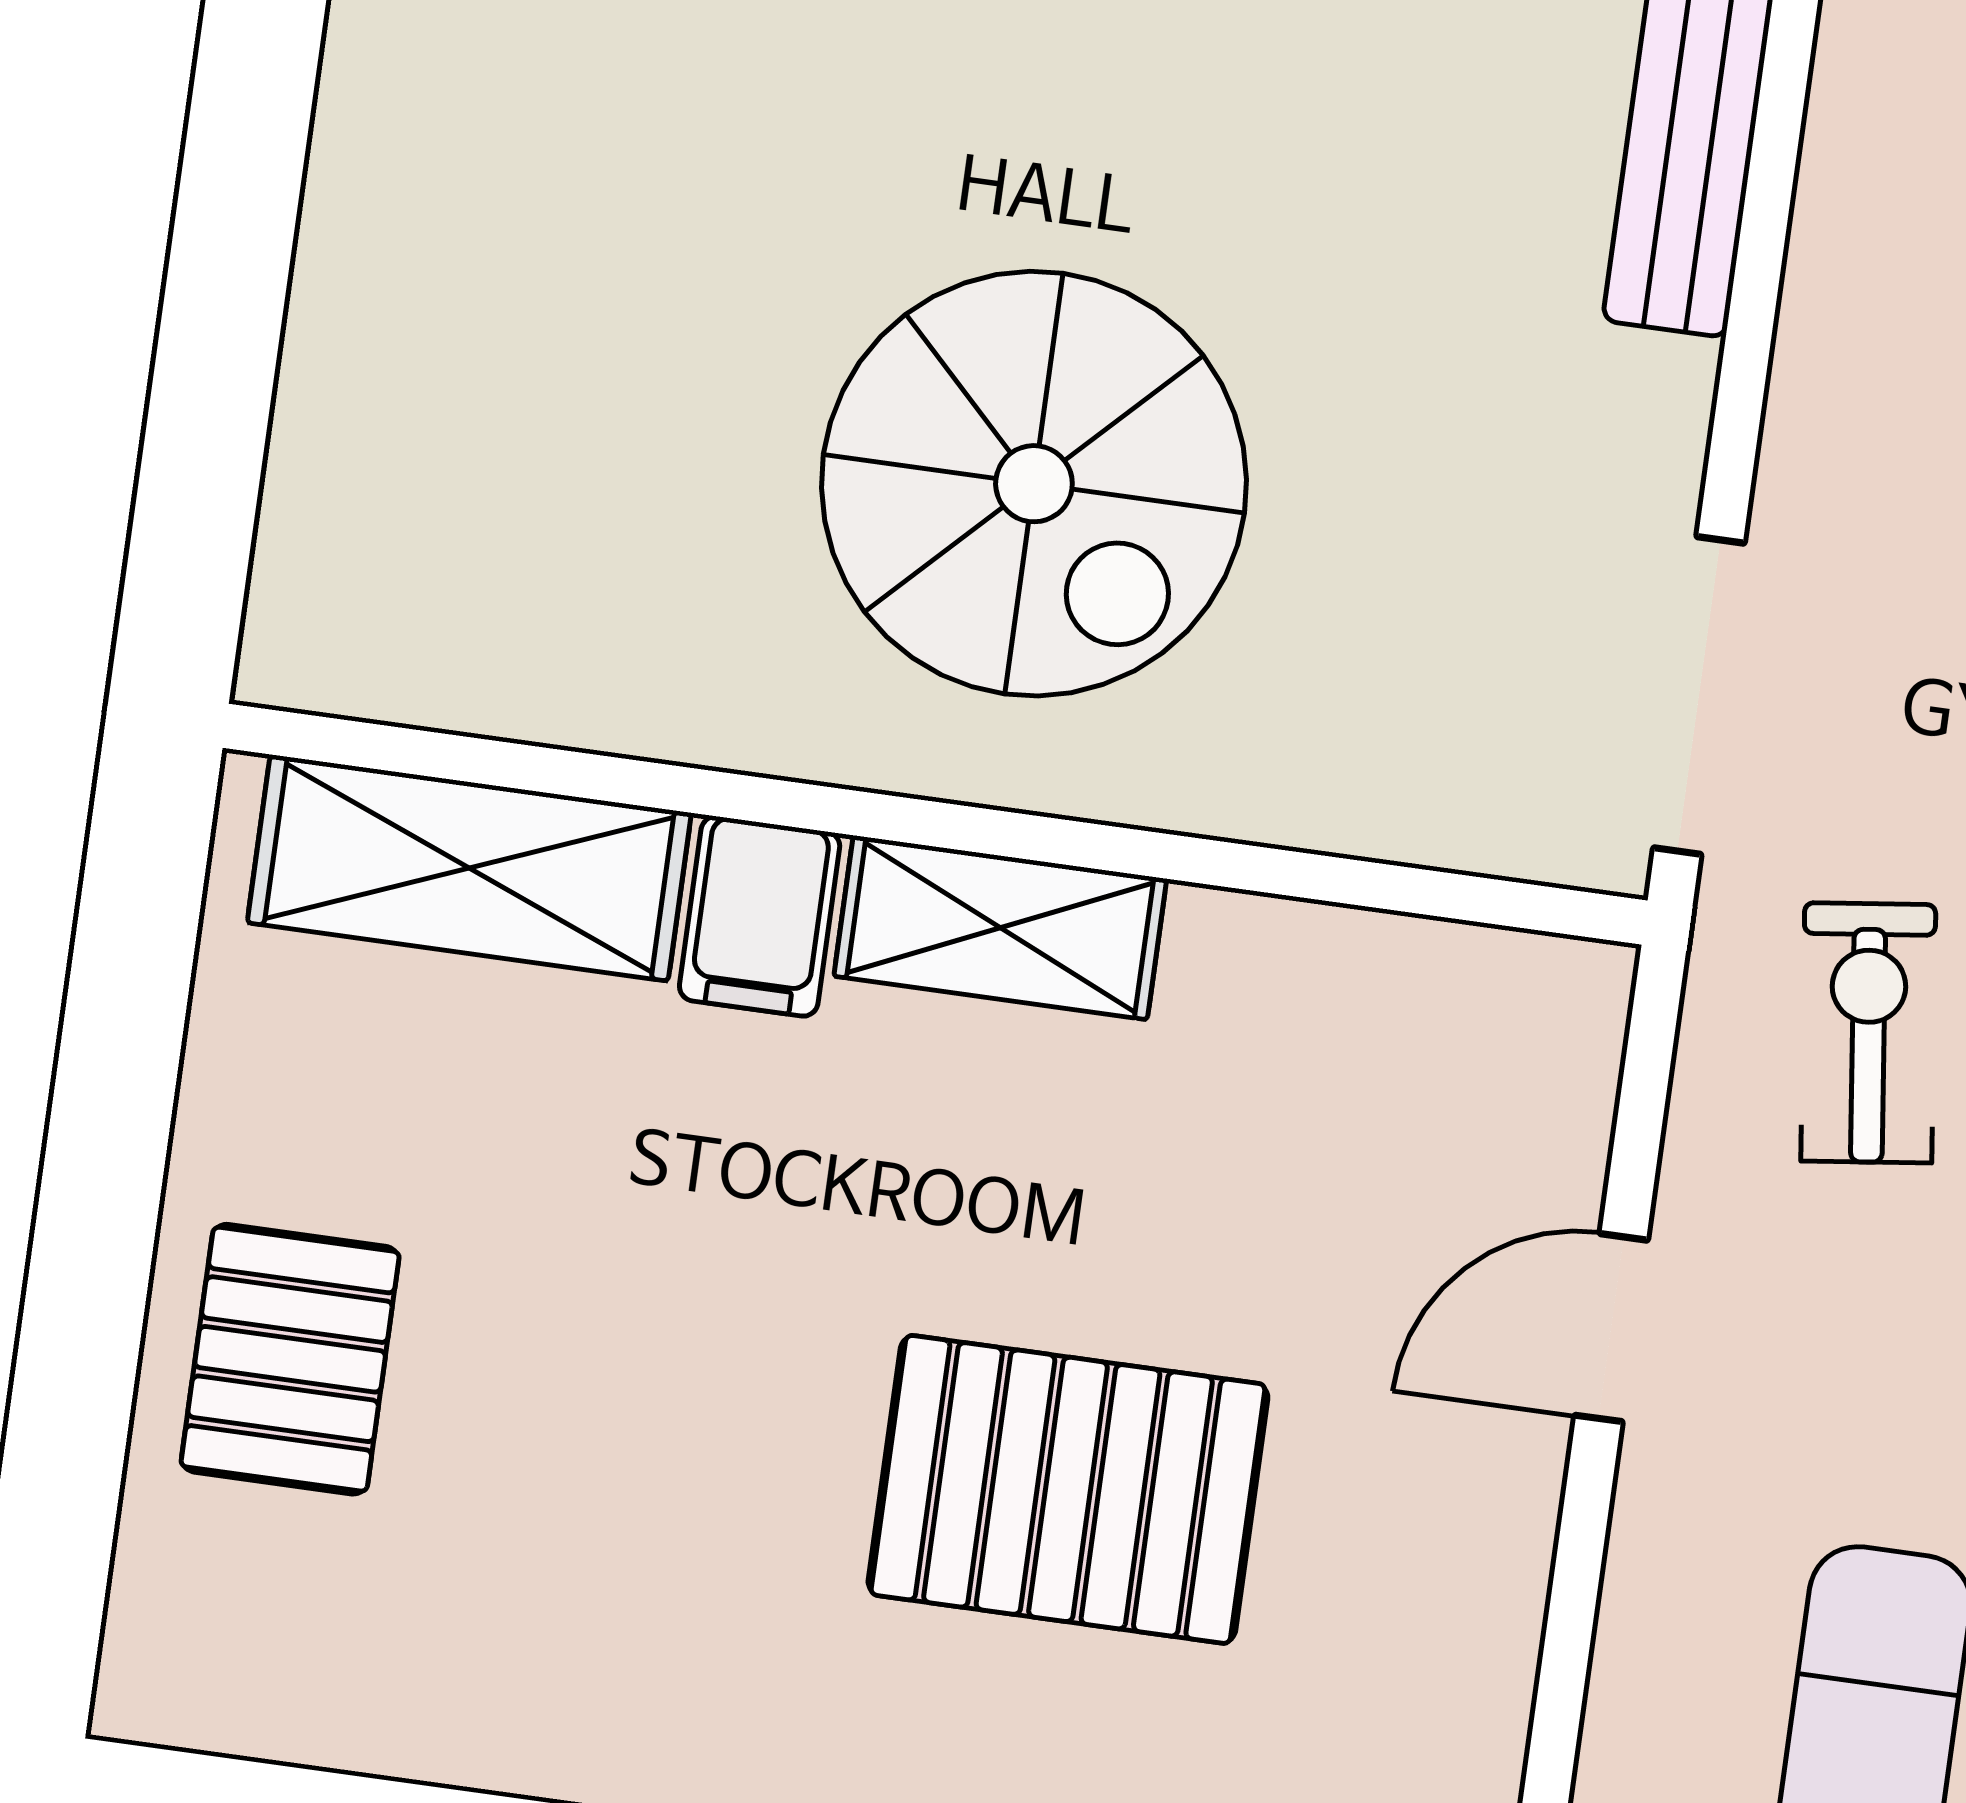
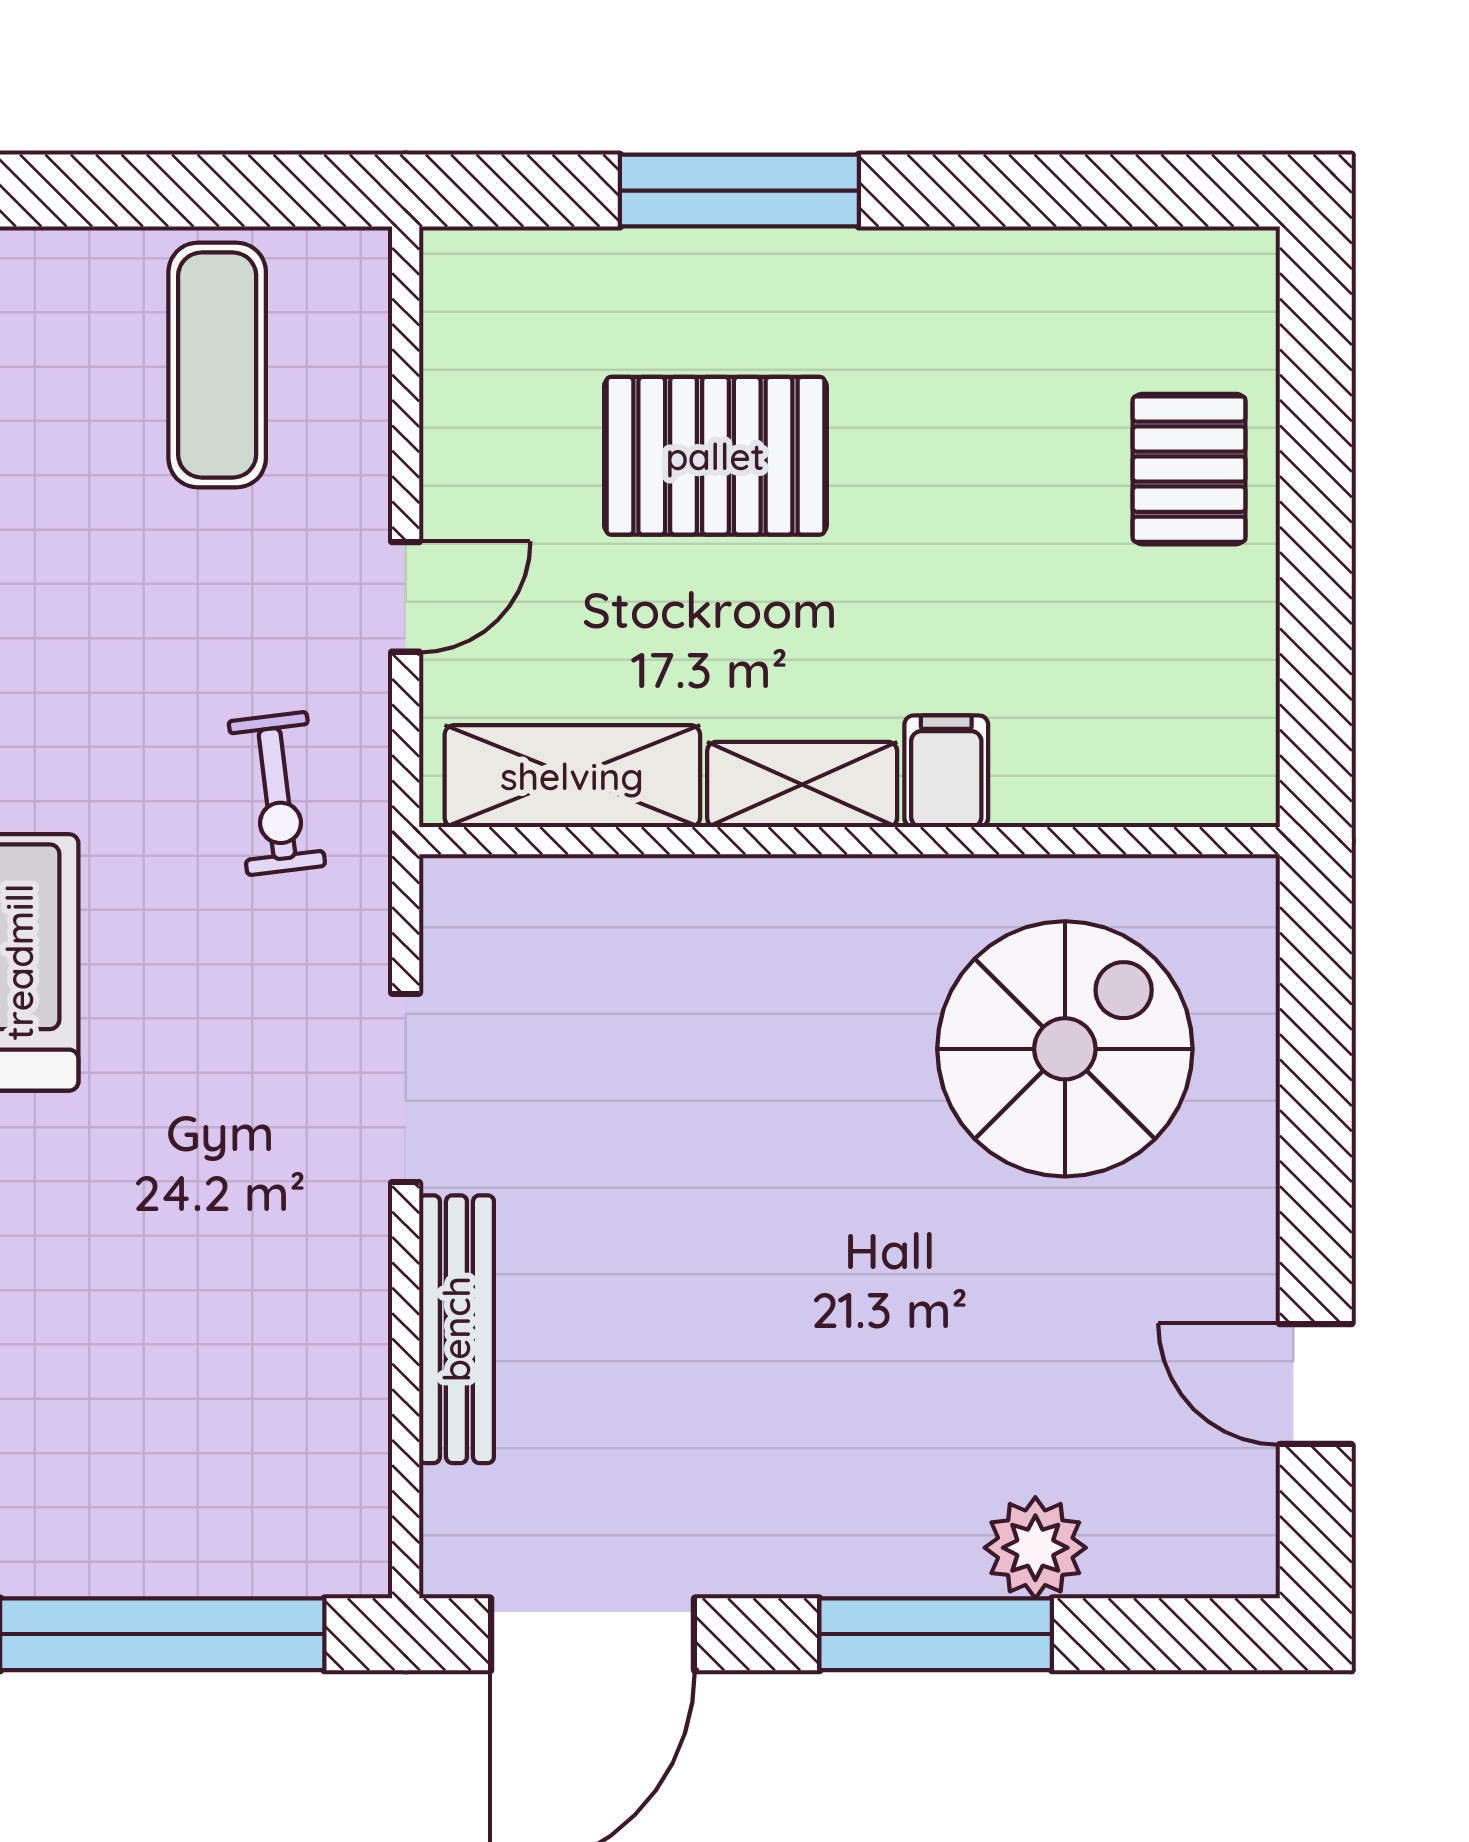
spiral stairs: (1034, 484) -> (1065, 1049), moved, turned 90
doorway: (1699, 695) -> (406, 1088), moved
shelving: (469, 868) -> (572, 776), moved

